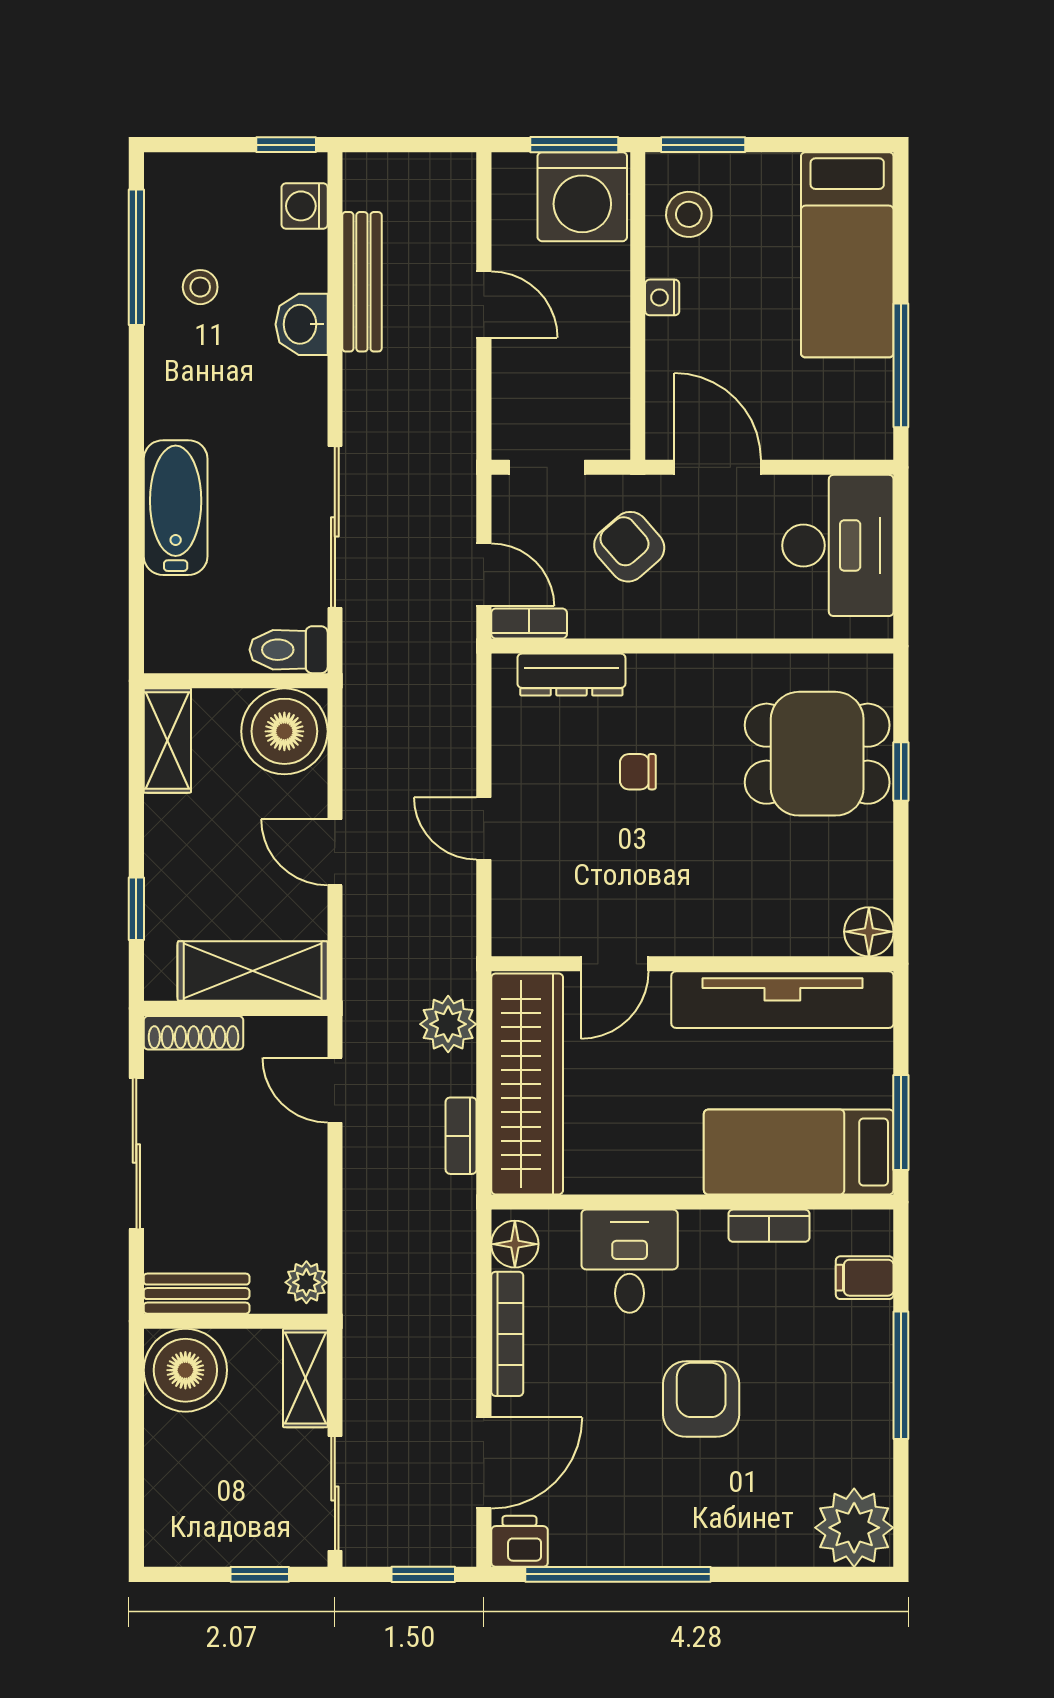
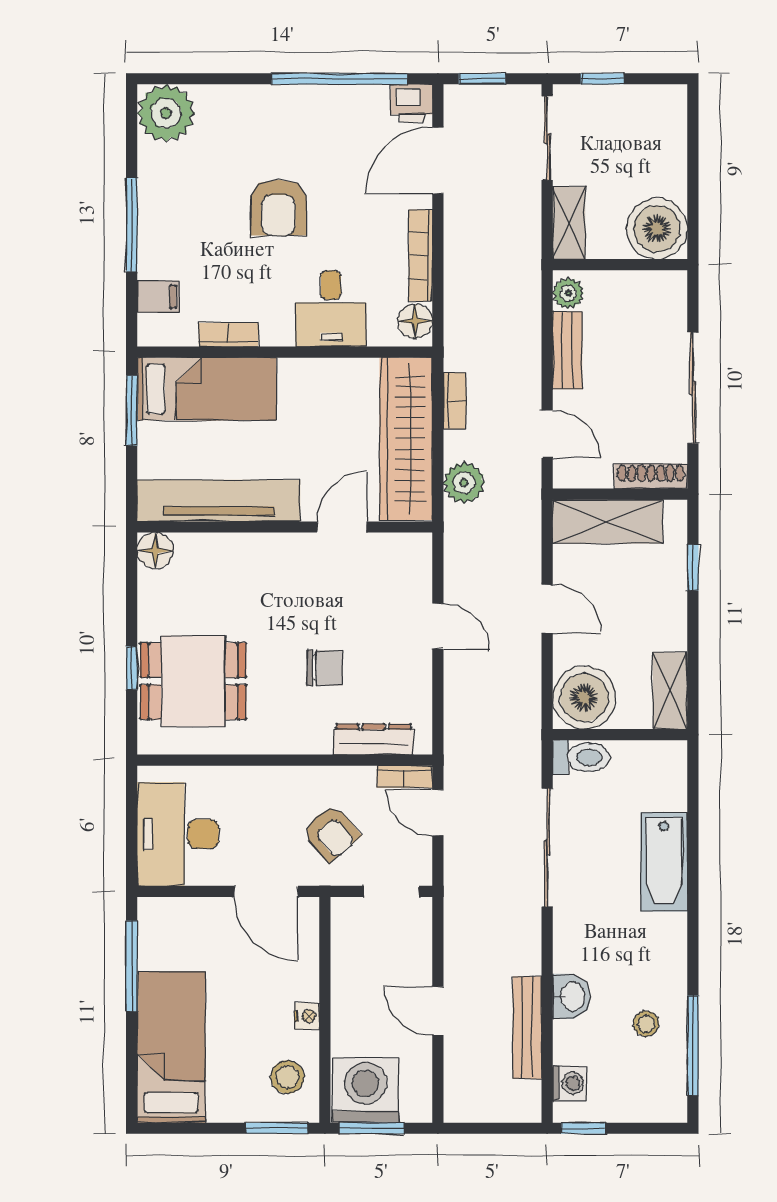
chair: (638, 772) -> (325, 668), width x1.37, depth x1.37
bench: (197, 1294) -> (567, 350), moved, turned 90

